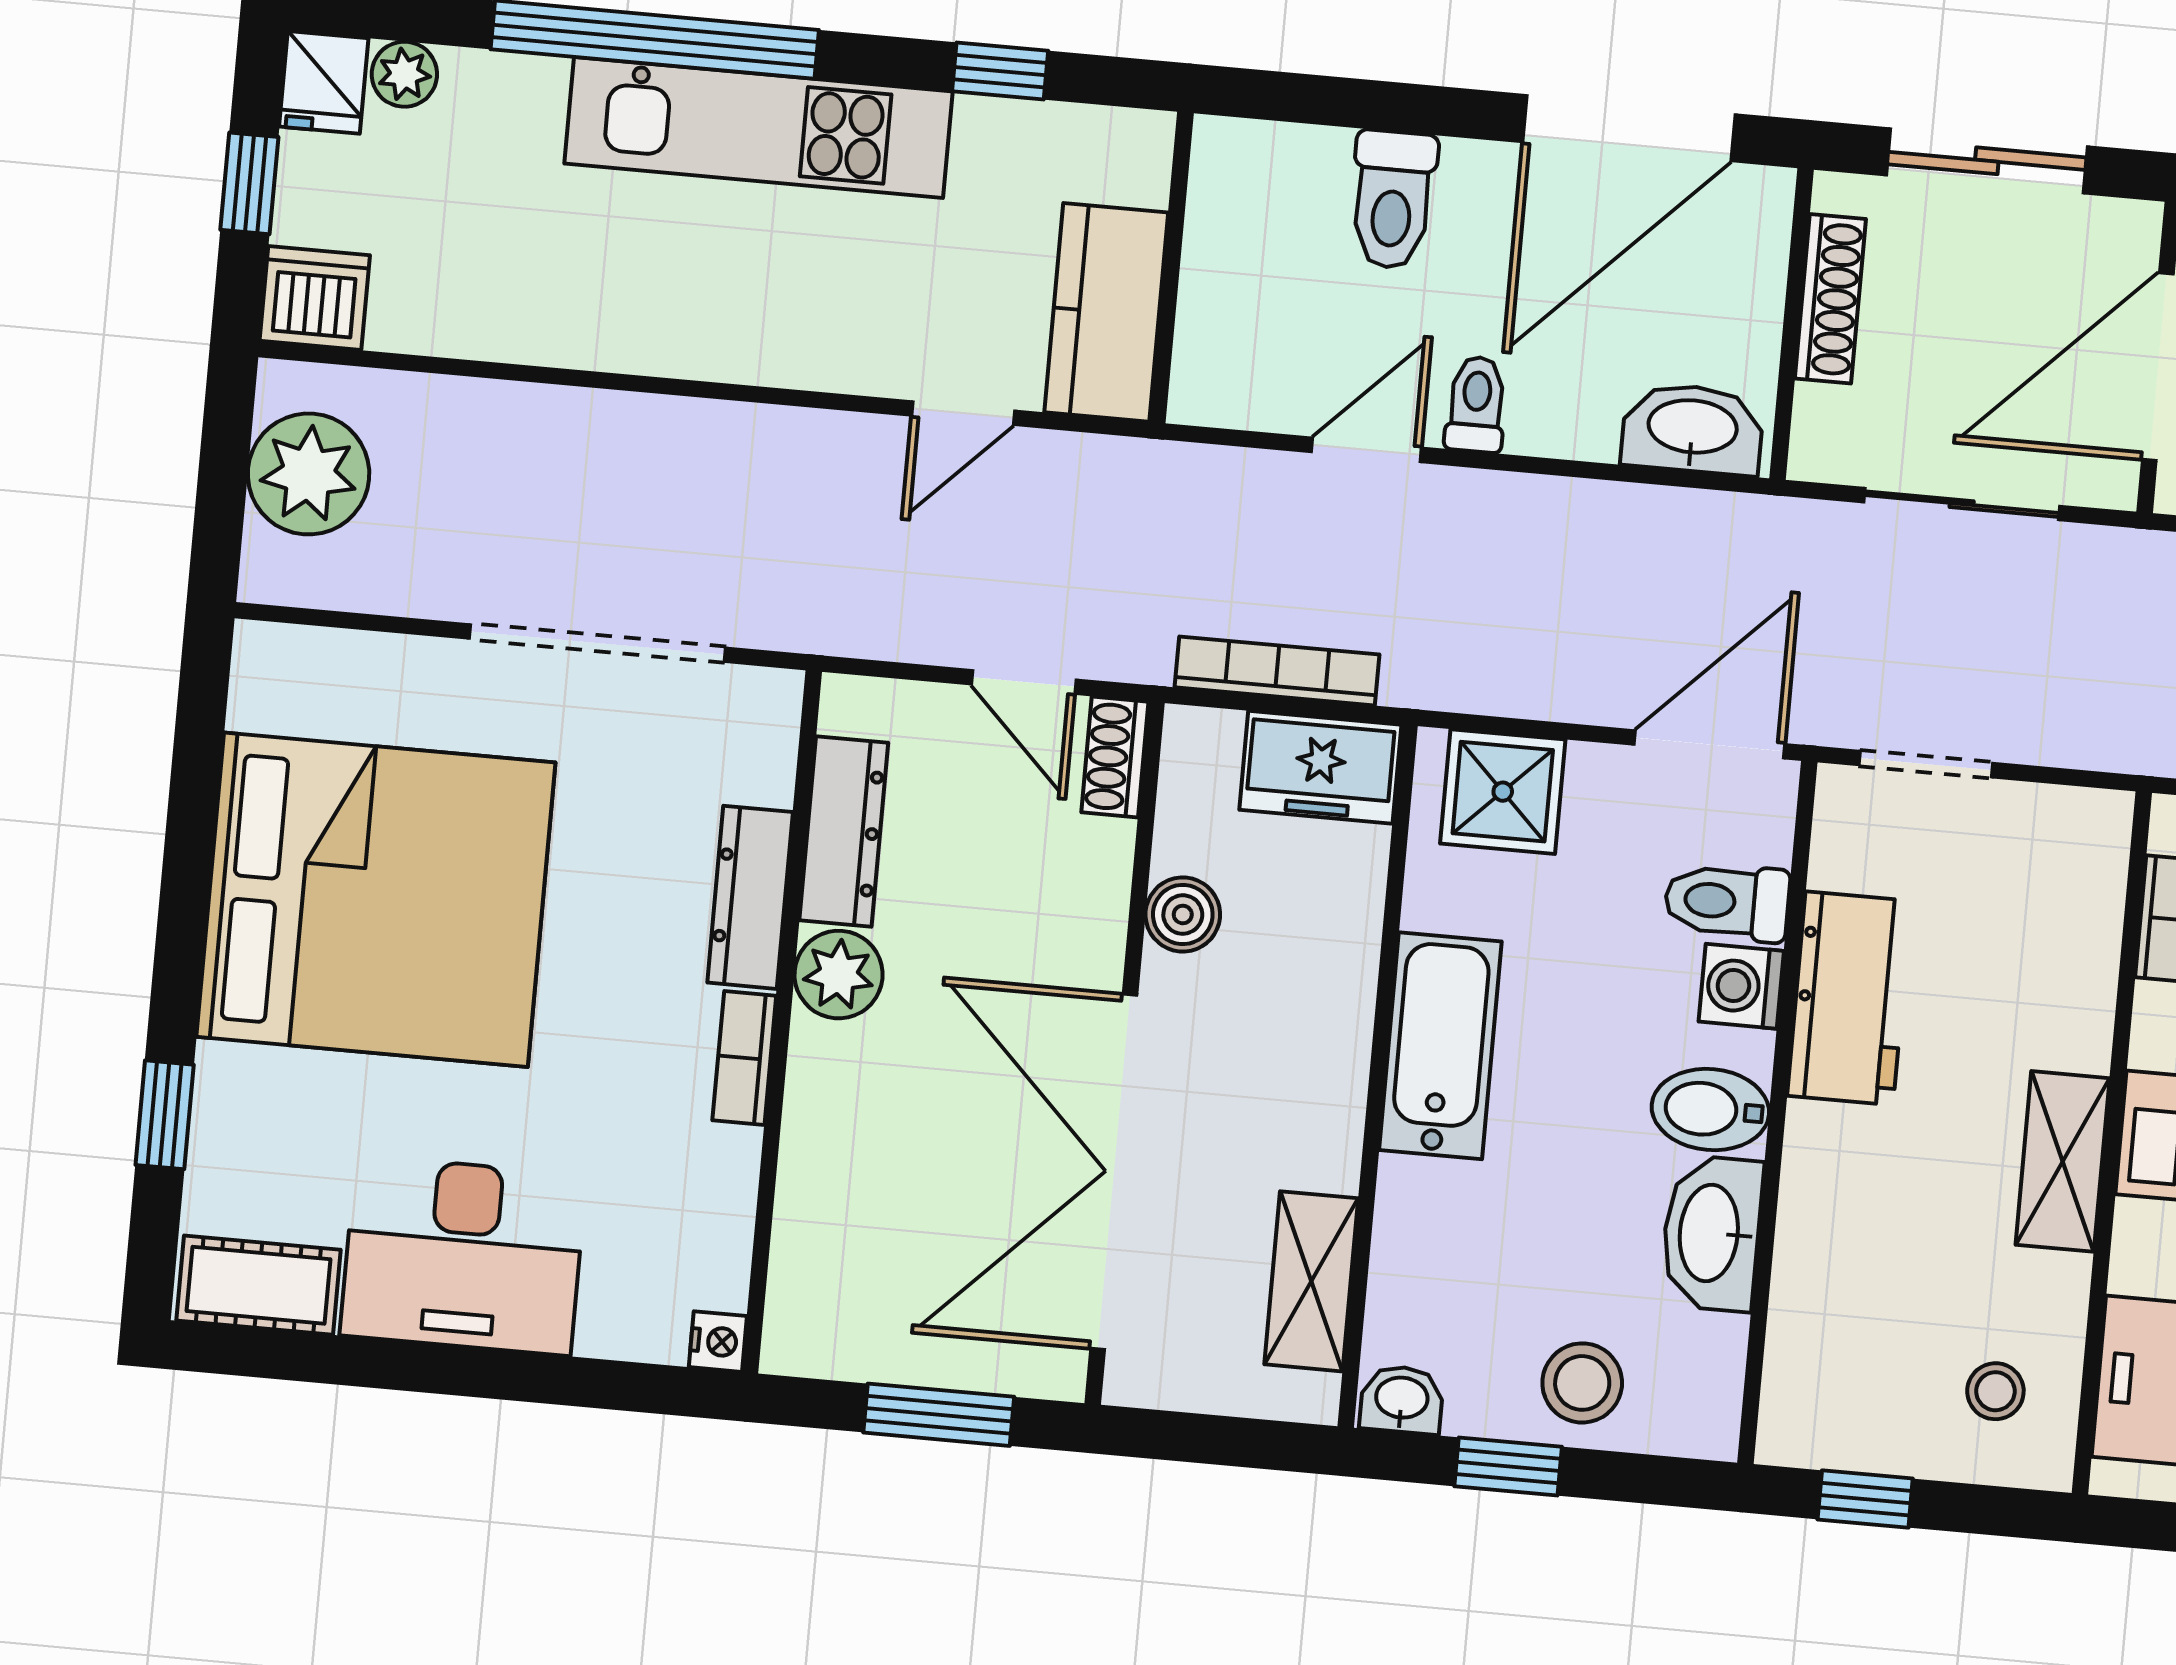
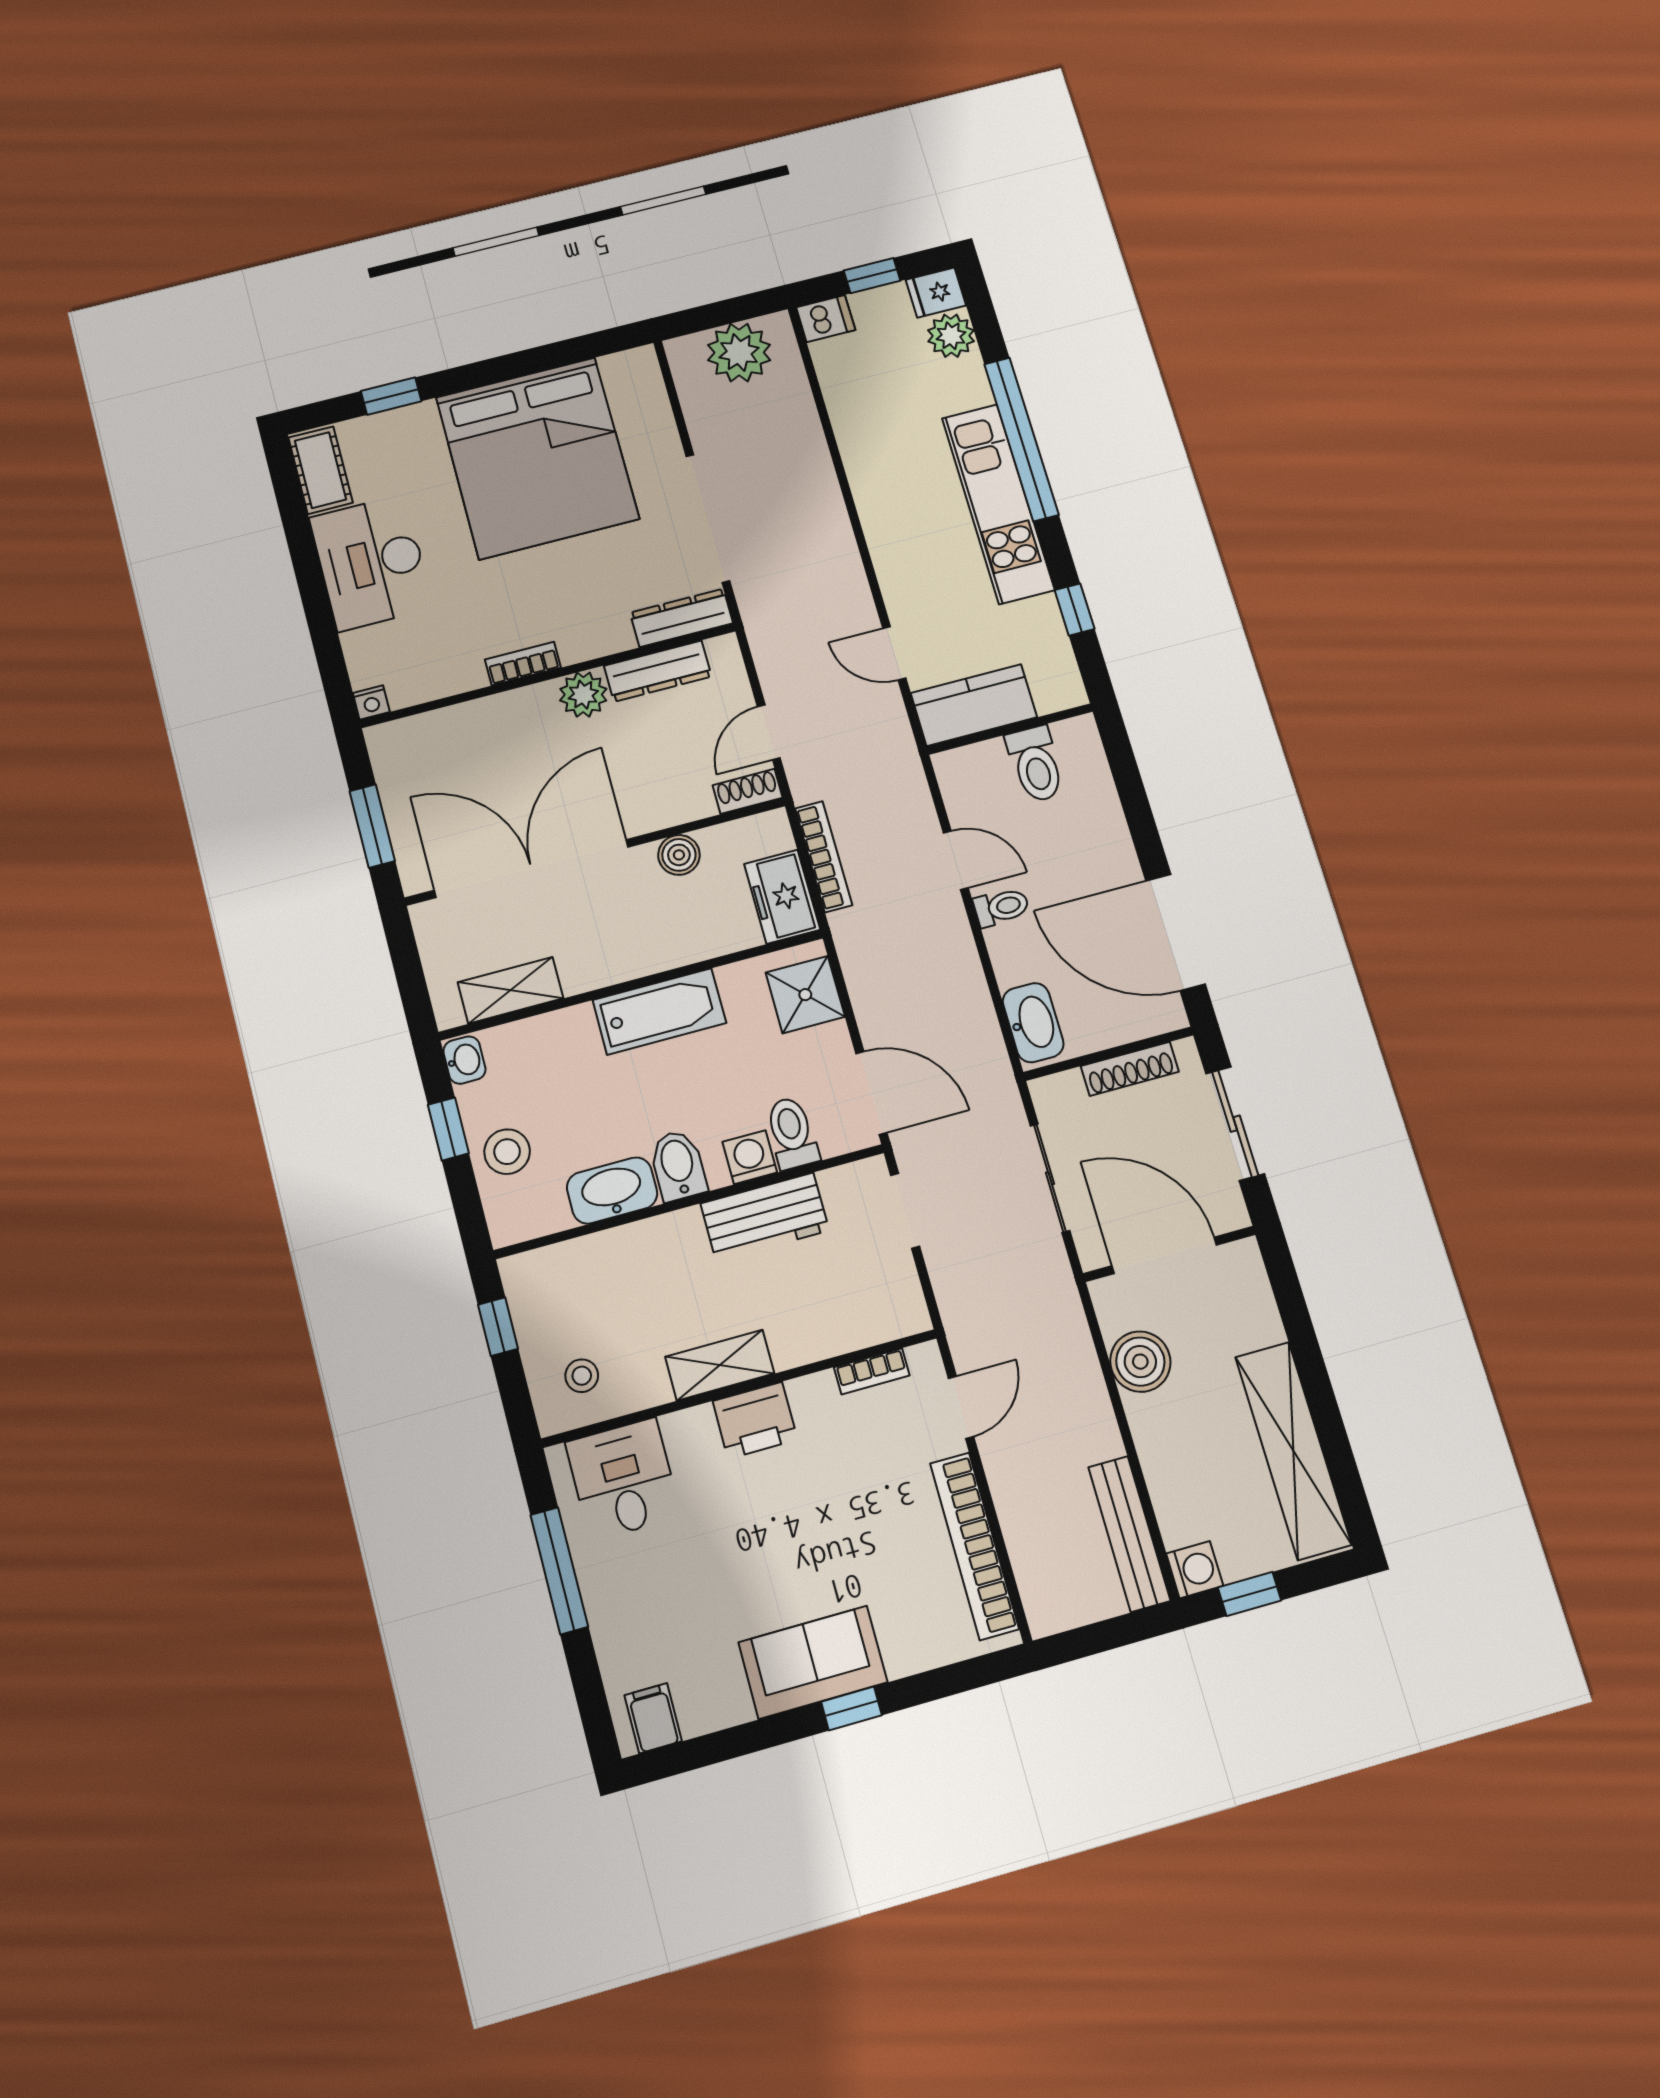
plant: (404, 74) -> (951, 336), width x1.38, depth x1.38
toilet: (1393, 200) -> (1035, 764), moved, turned -90
dishwasher: (315, 298) -> (826, 319), width x0.73
dresser: (750, 897) -> (681, 618), moved

